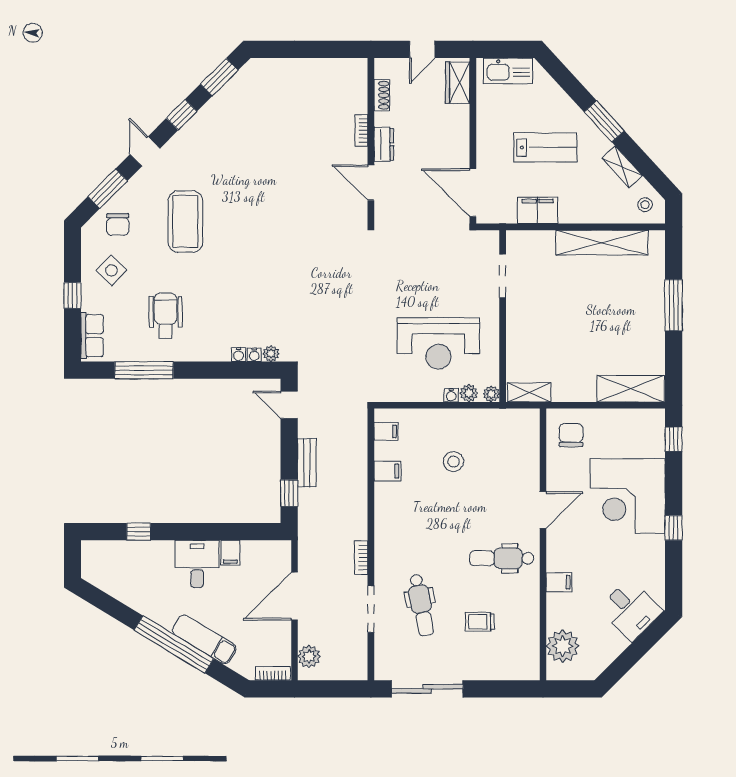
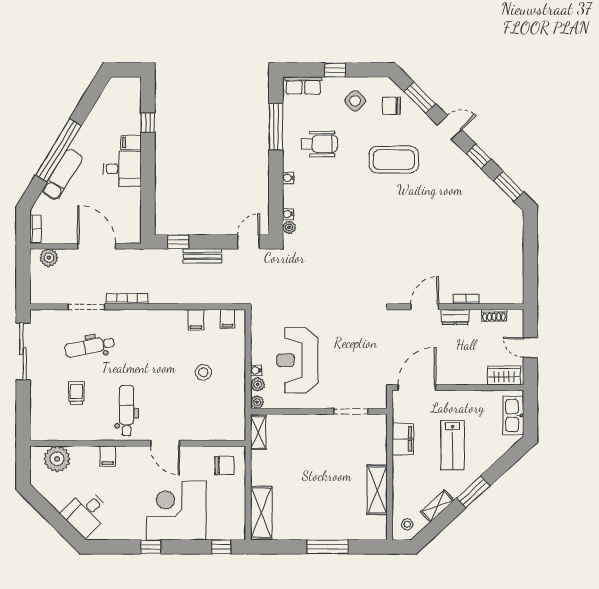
shelving: (602, 243) -> (377, 490), width x0.68
water cooler: (239, 355) -> (288, 178), moved
filing cabinet: (230, 553) -> (131, 142), moved
bookcase: (361, 558) -> (127, 299), width x1.56

